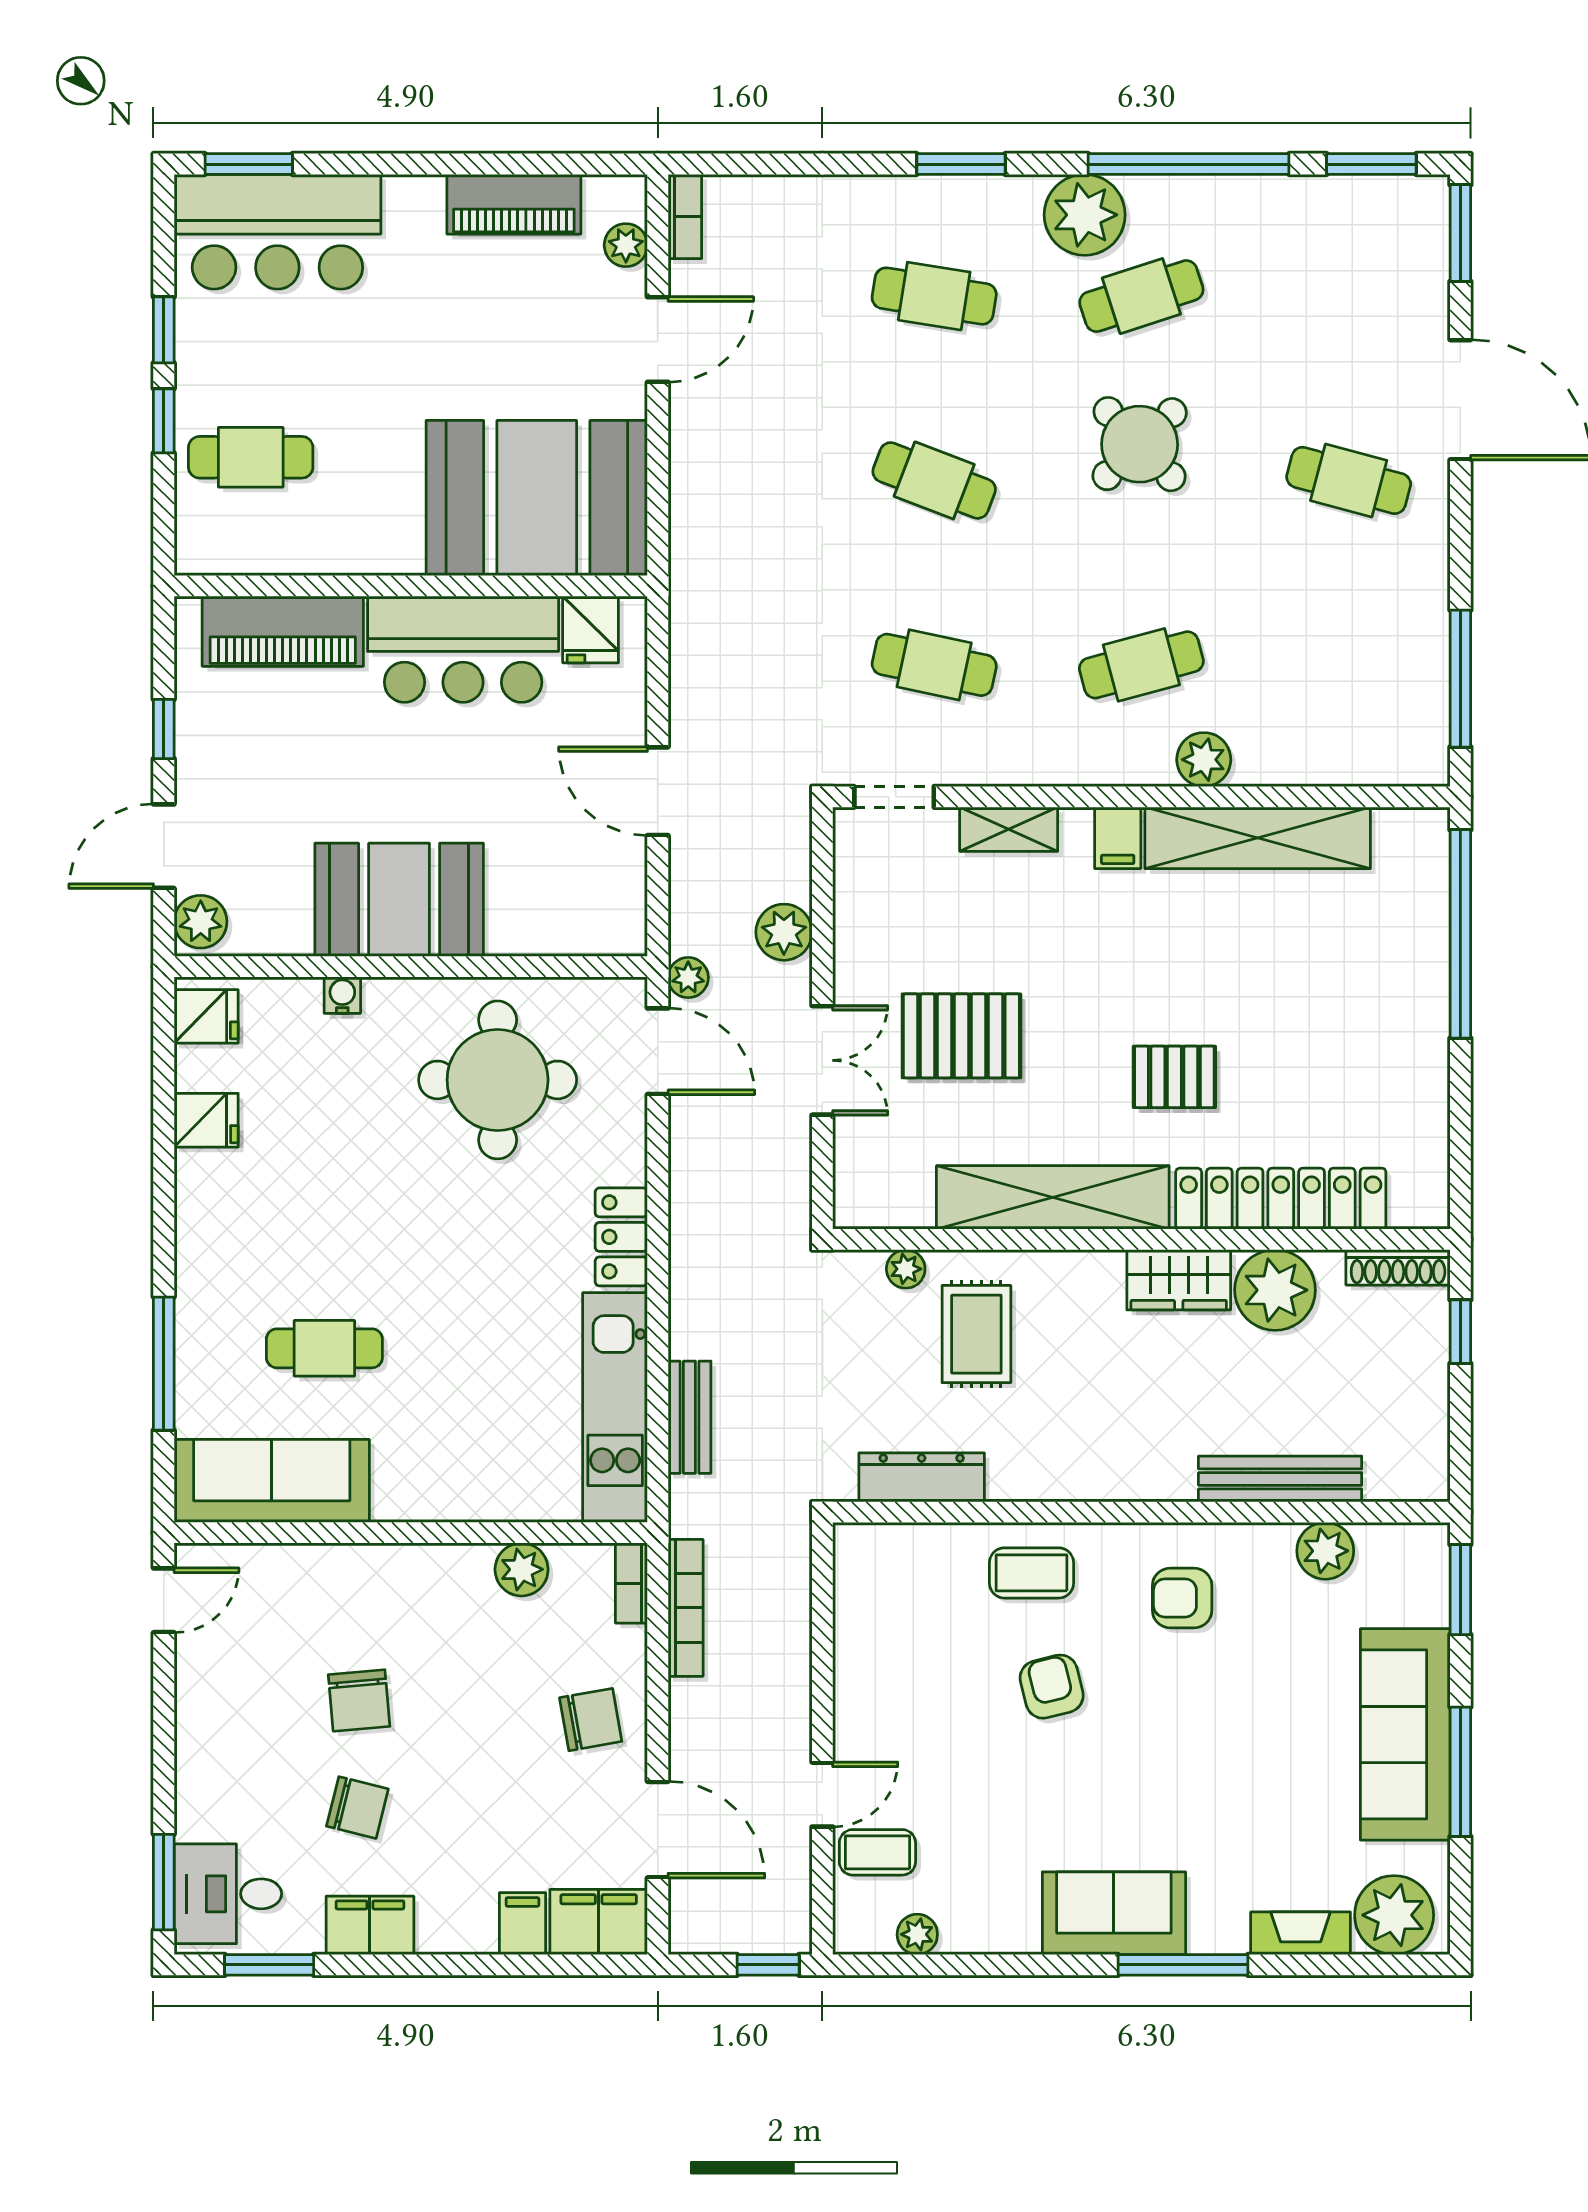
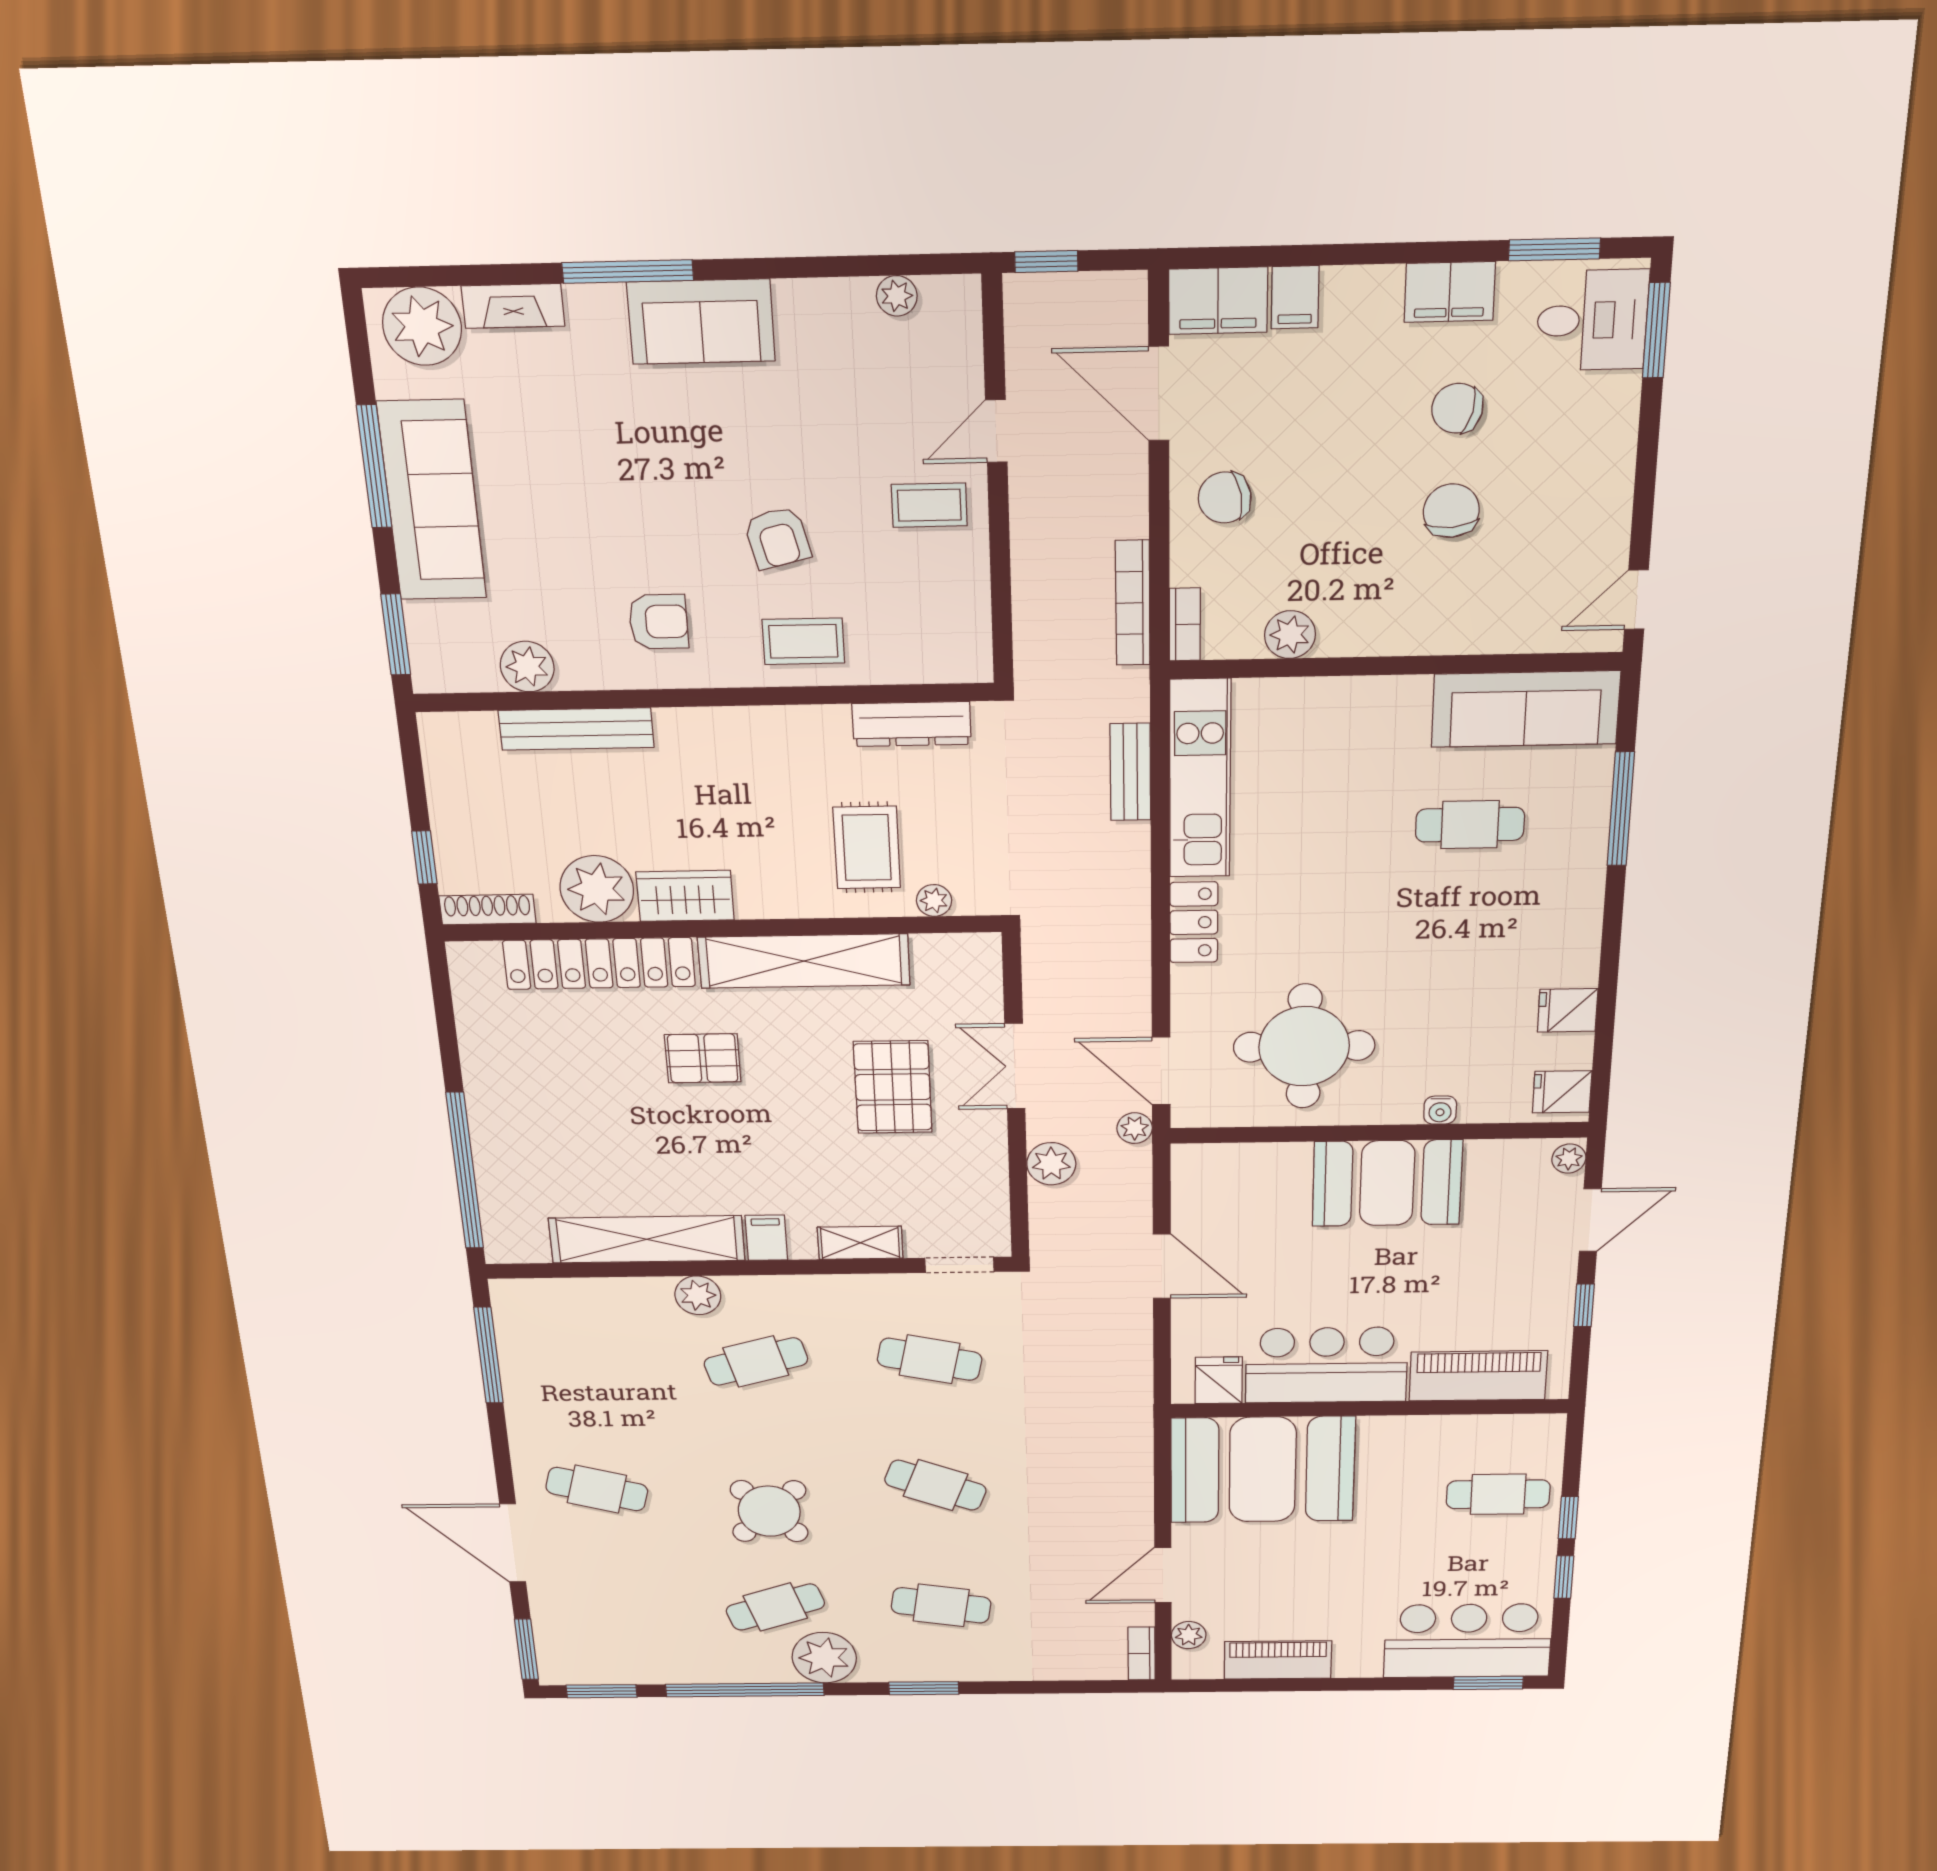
plant: (201, 922) -> (1569, 1159), width x0.73, depth x0.73
pallet: (961, 1036) -> (893, 1087), turned 90
coffee table: (877, 1852) -> (929, 505), moved

